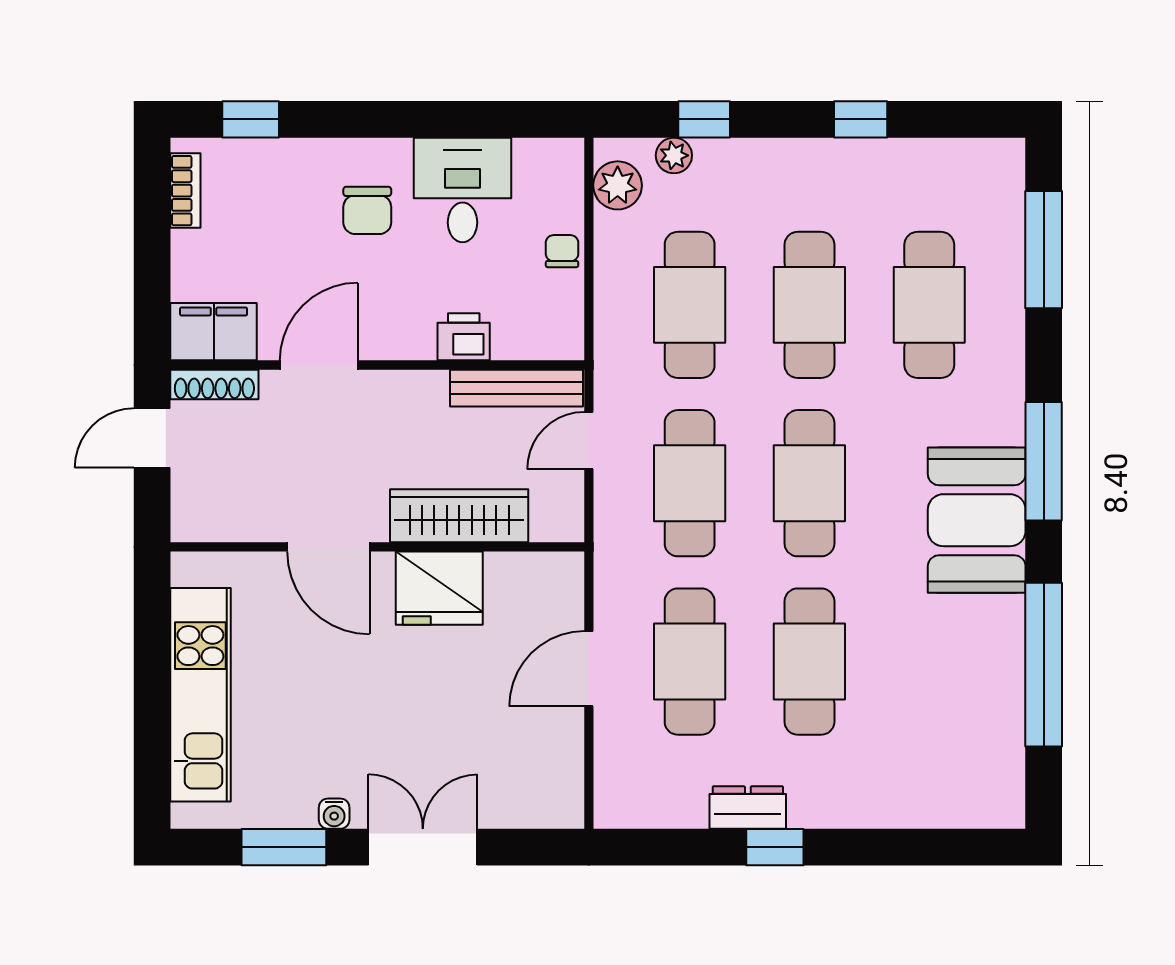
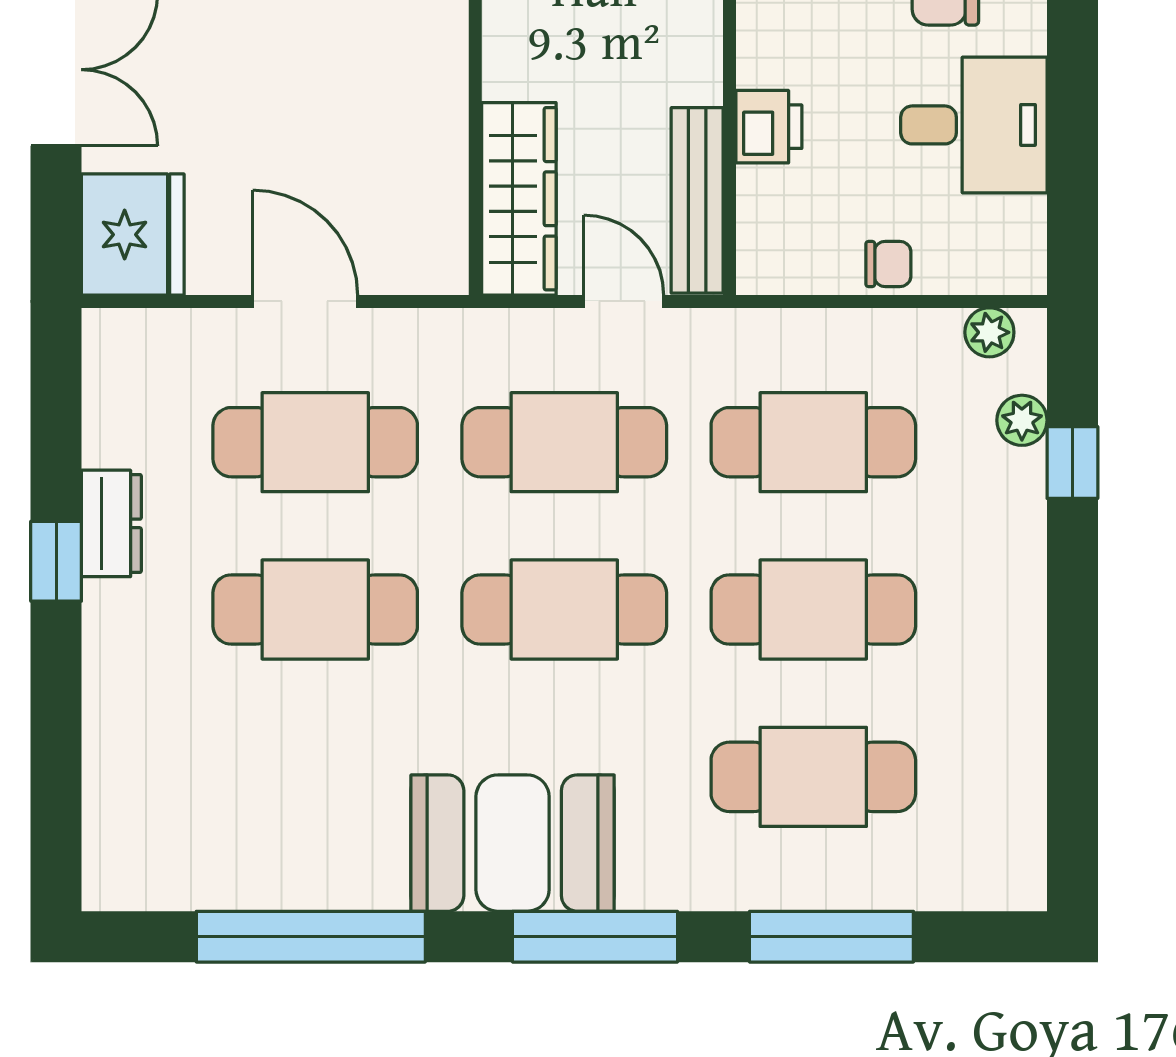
window: (861, 119) -> (1072, 681), removed
plant: (618, 185) -> (989, 332), width x0.73, depth x0.73
window: (1044, 250) -> (831, 937), moved
wardrobe: (459, 516) -> (519, 199), moved
fridge: (439, 588) -> (133, 235), moved, turned 180

